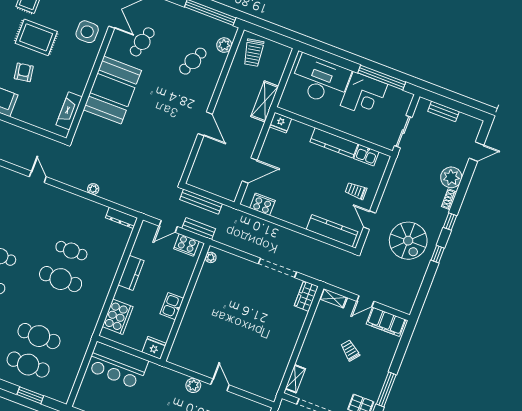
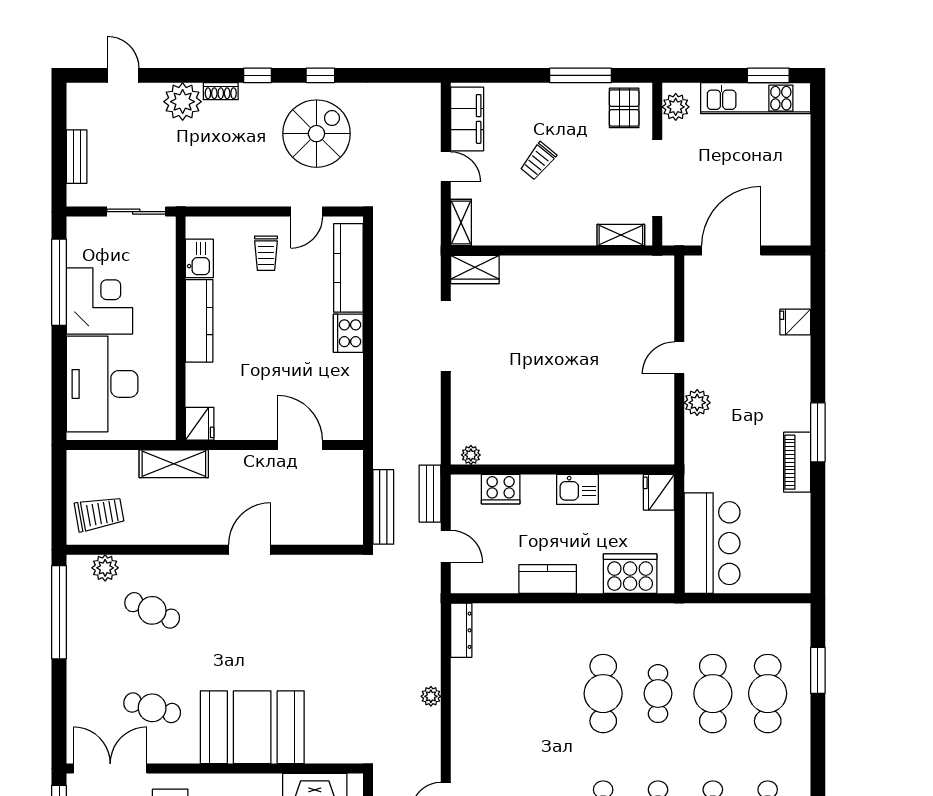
cooker: (262, 204) -> (348, 333), moved
cooker: (186, 245) -> (501, 489), moved, turned 90
cafe table: (71, 251) -> (658, 694), moved

